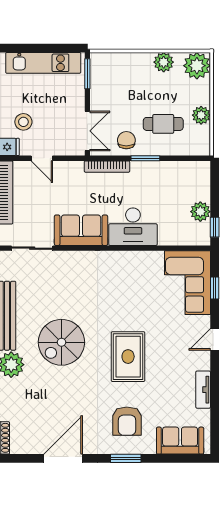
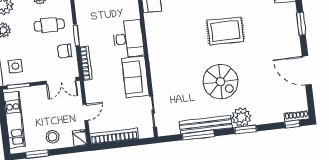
side table: (114, 72) -> (15, 66), added
stool: (23, 122) -> (53, 137), moved
cafe table: (163, 124) -> (49, 25), turned 90
double door: (87, 131) -> (61, 81), swing flipped
armchair: (127, 421) -> (273, 26), removed

